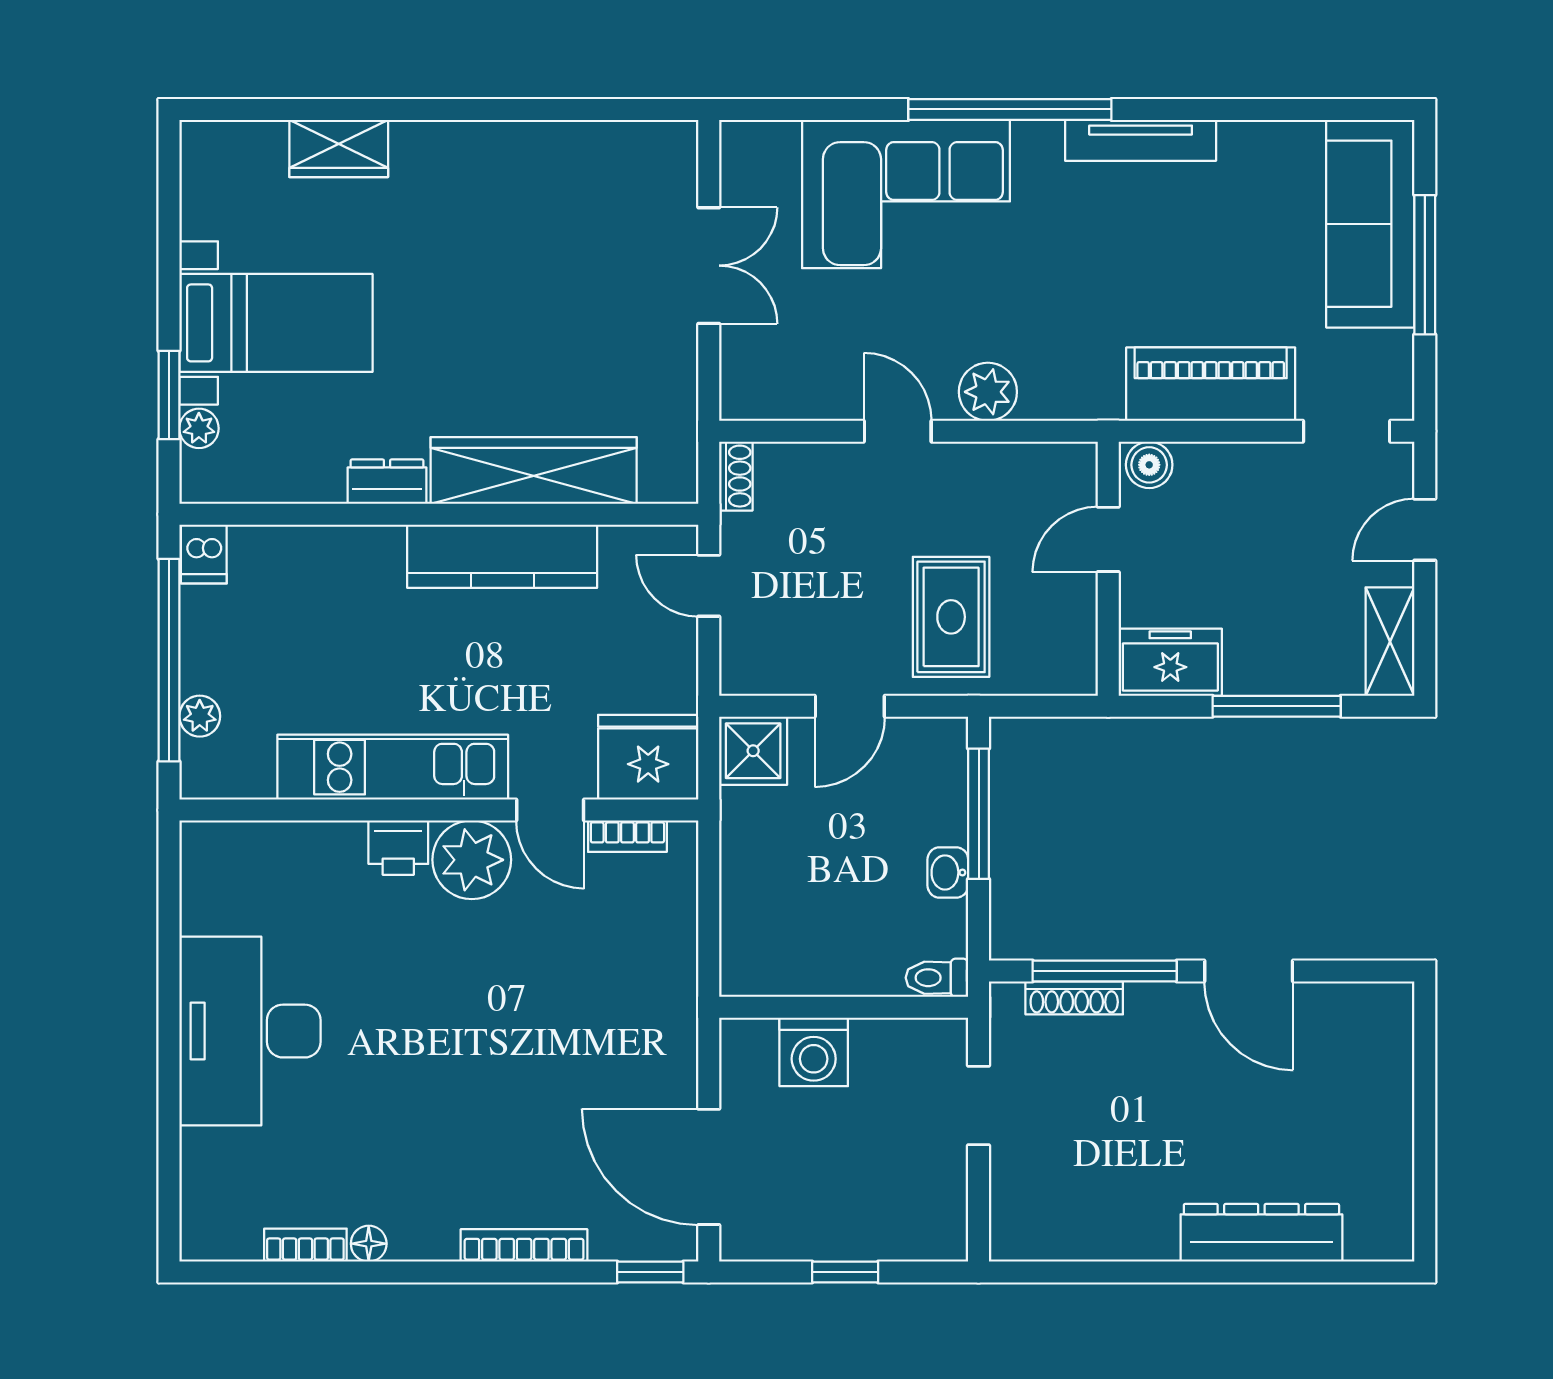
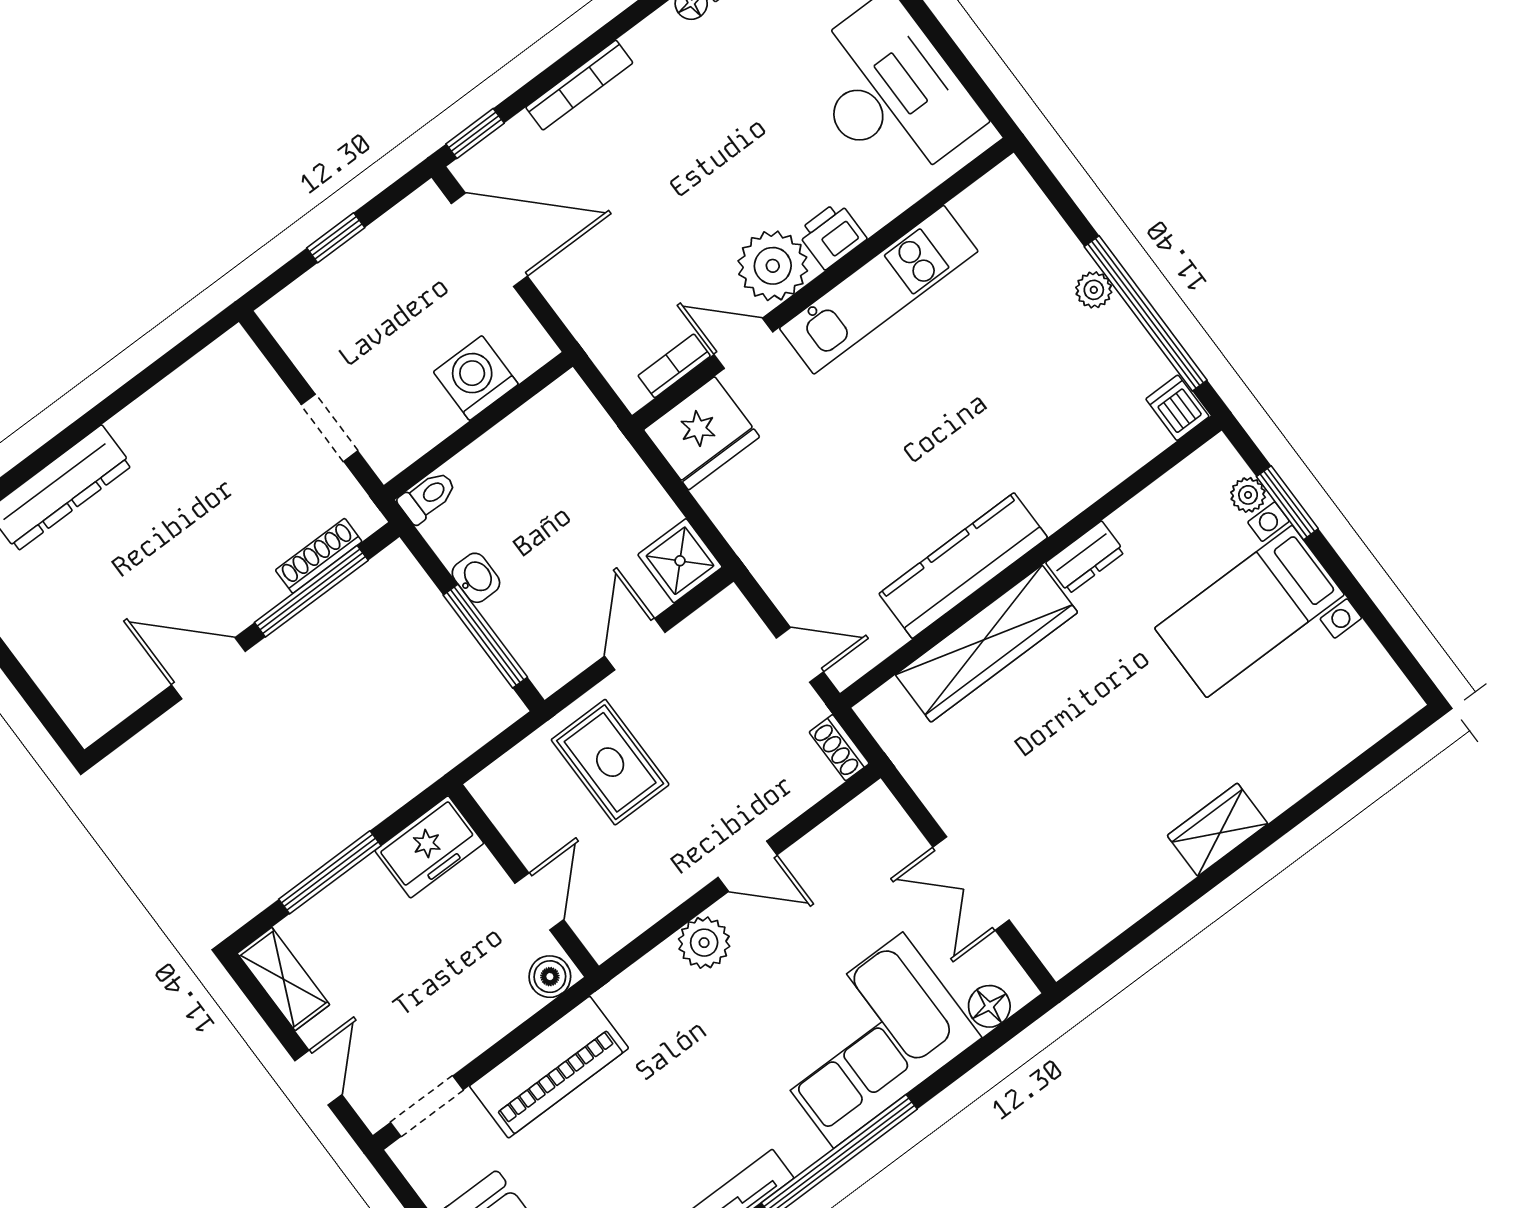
floor lamp: (775, 143) -> (989, 1006), added
wardrobe: (339, 148) -> (1218, 830), moved
fridge: (648, 757) -> (702, 433), moved
kitchen unit: (393, 767) -> (879, 290), moved
wall: (439, 810) -> (823, 284), moved
door: (550, 810) -> (743, 343), moved
bookcase: (627, 836) -> (674, 366), moved
printer: (398, 848) -> (832, 235), moved
plant: (472, 860) -> (773, 266), moved

